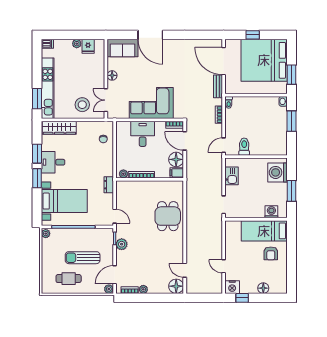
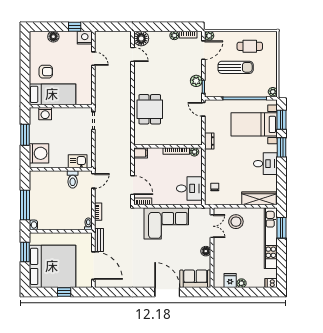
window: (291, 121) -> (25, 205), width x1.44
desk: (143, 134) -> (189, 188), moved, turned -90
window: (37, 154) -> (282, 120), moved
floor lamp: (176, 159) -> (141, 166), removed
kitchen sink: (232, 176) -> (78, 161), moved, turned 90
armchair: (271, 253) -> (46, 72), turned 90

